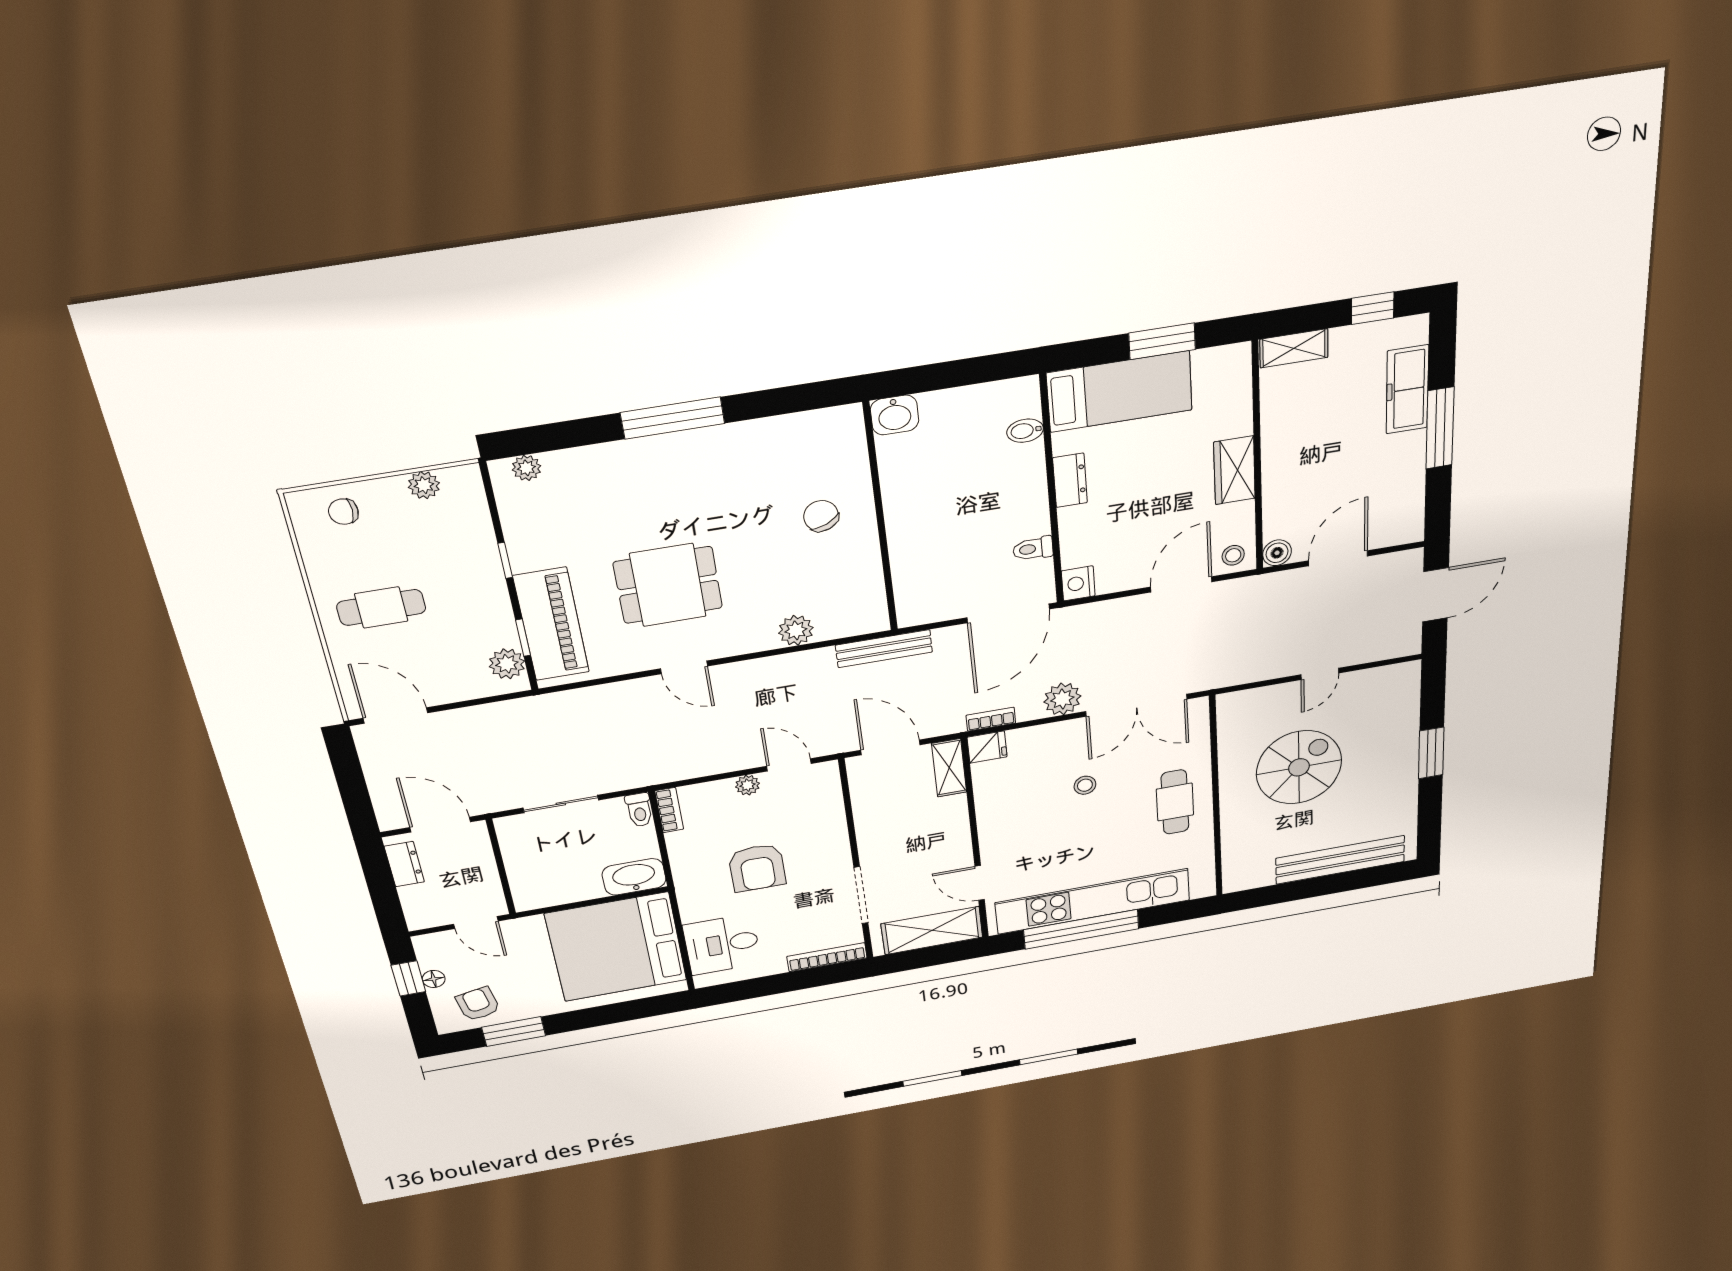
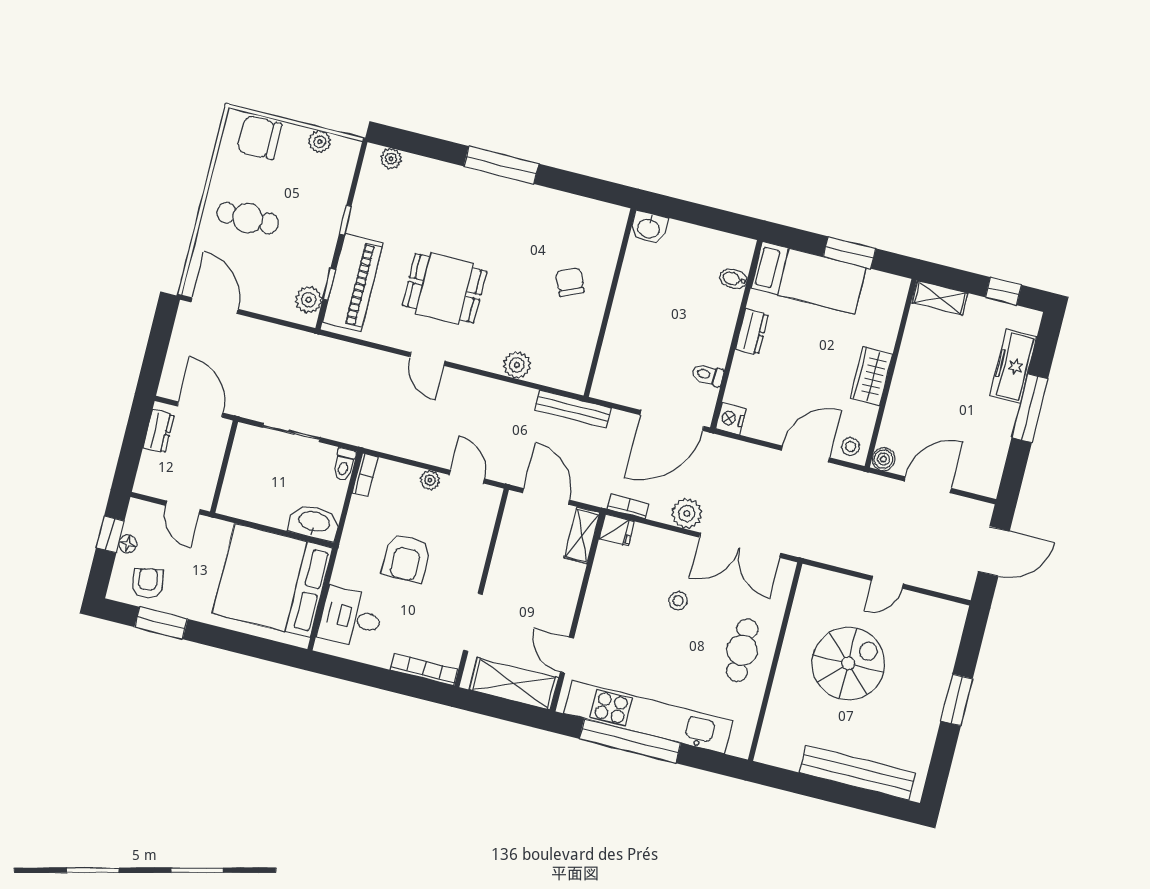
chair: (343, 512) -> (259, 137), width x1.87, depth x1.87

